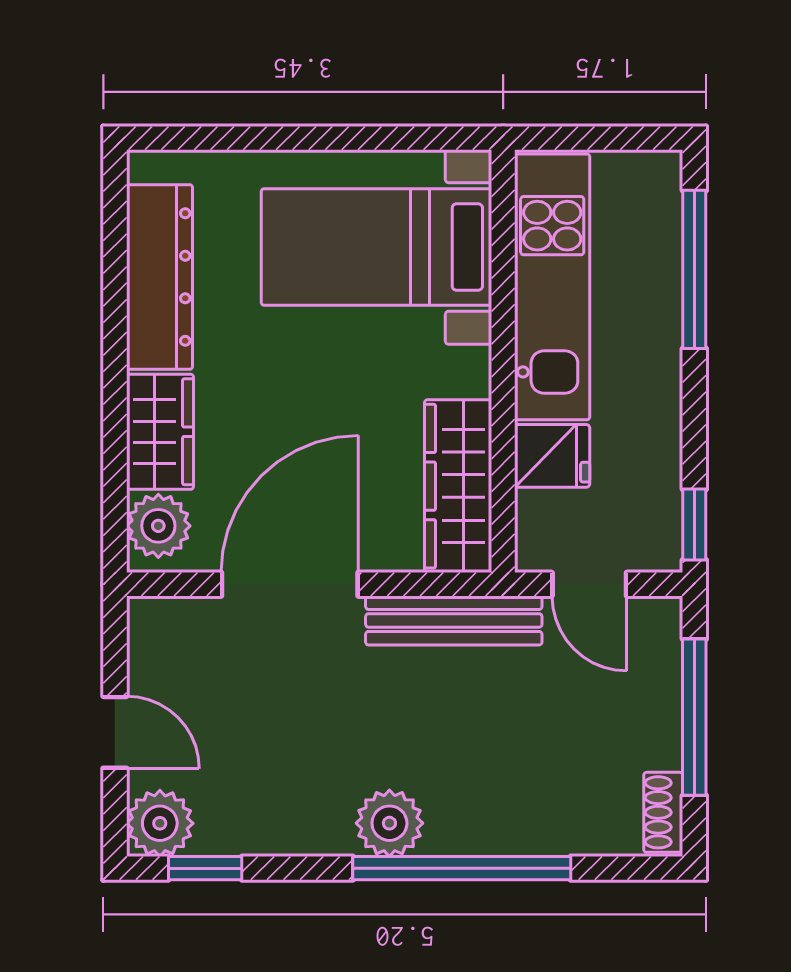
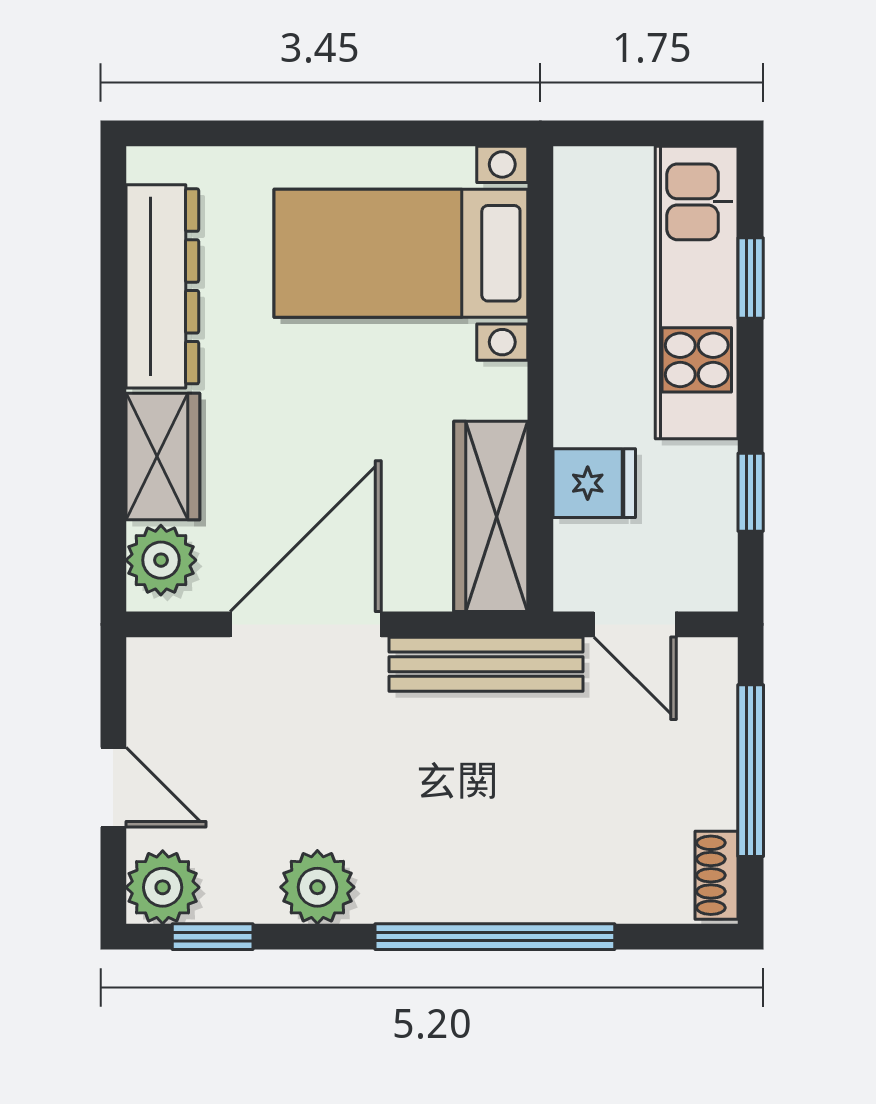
window: (694, 269) -> (751, 278), width x0.46
kitchen unit: (552, 287) -> (697, 293), moved, turned 180
window: (694, 525) -> (751, 492), moved
plant: (389, 823) -> (317, 887), moved

